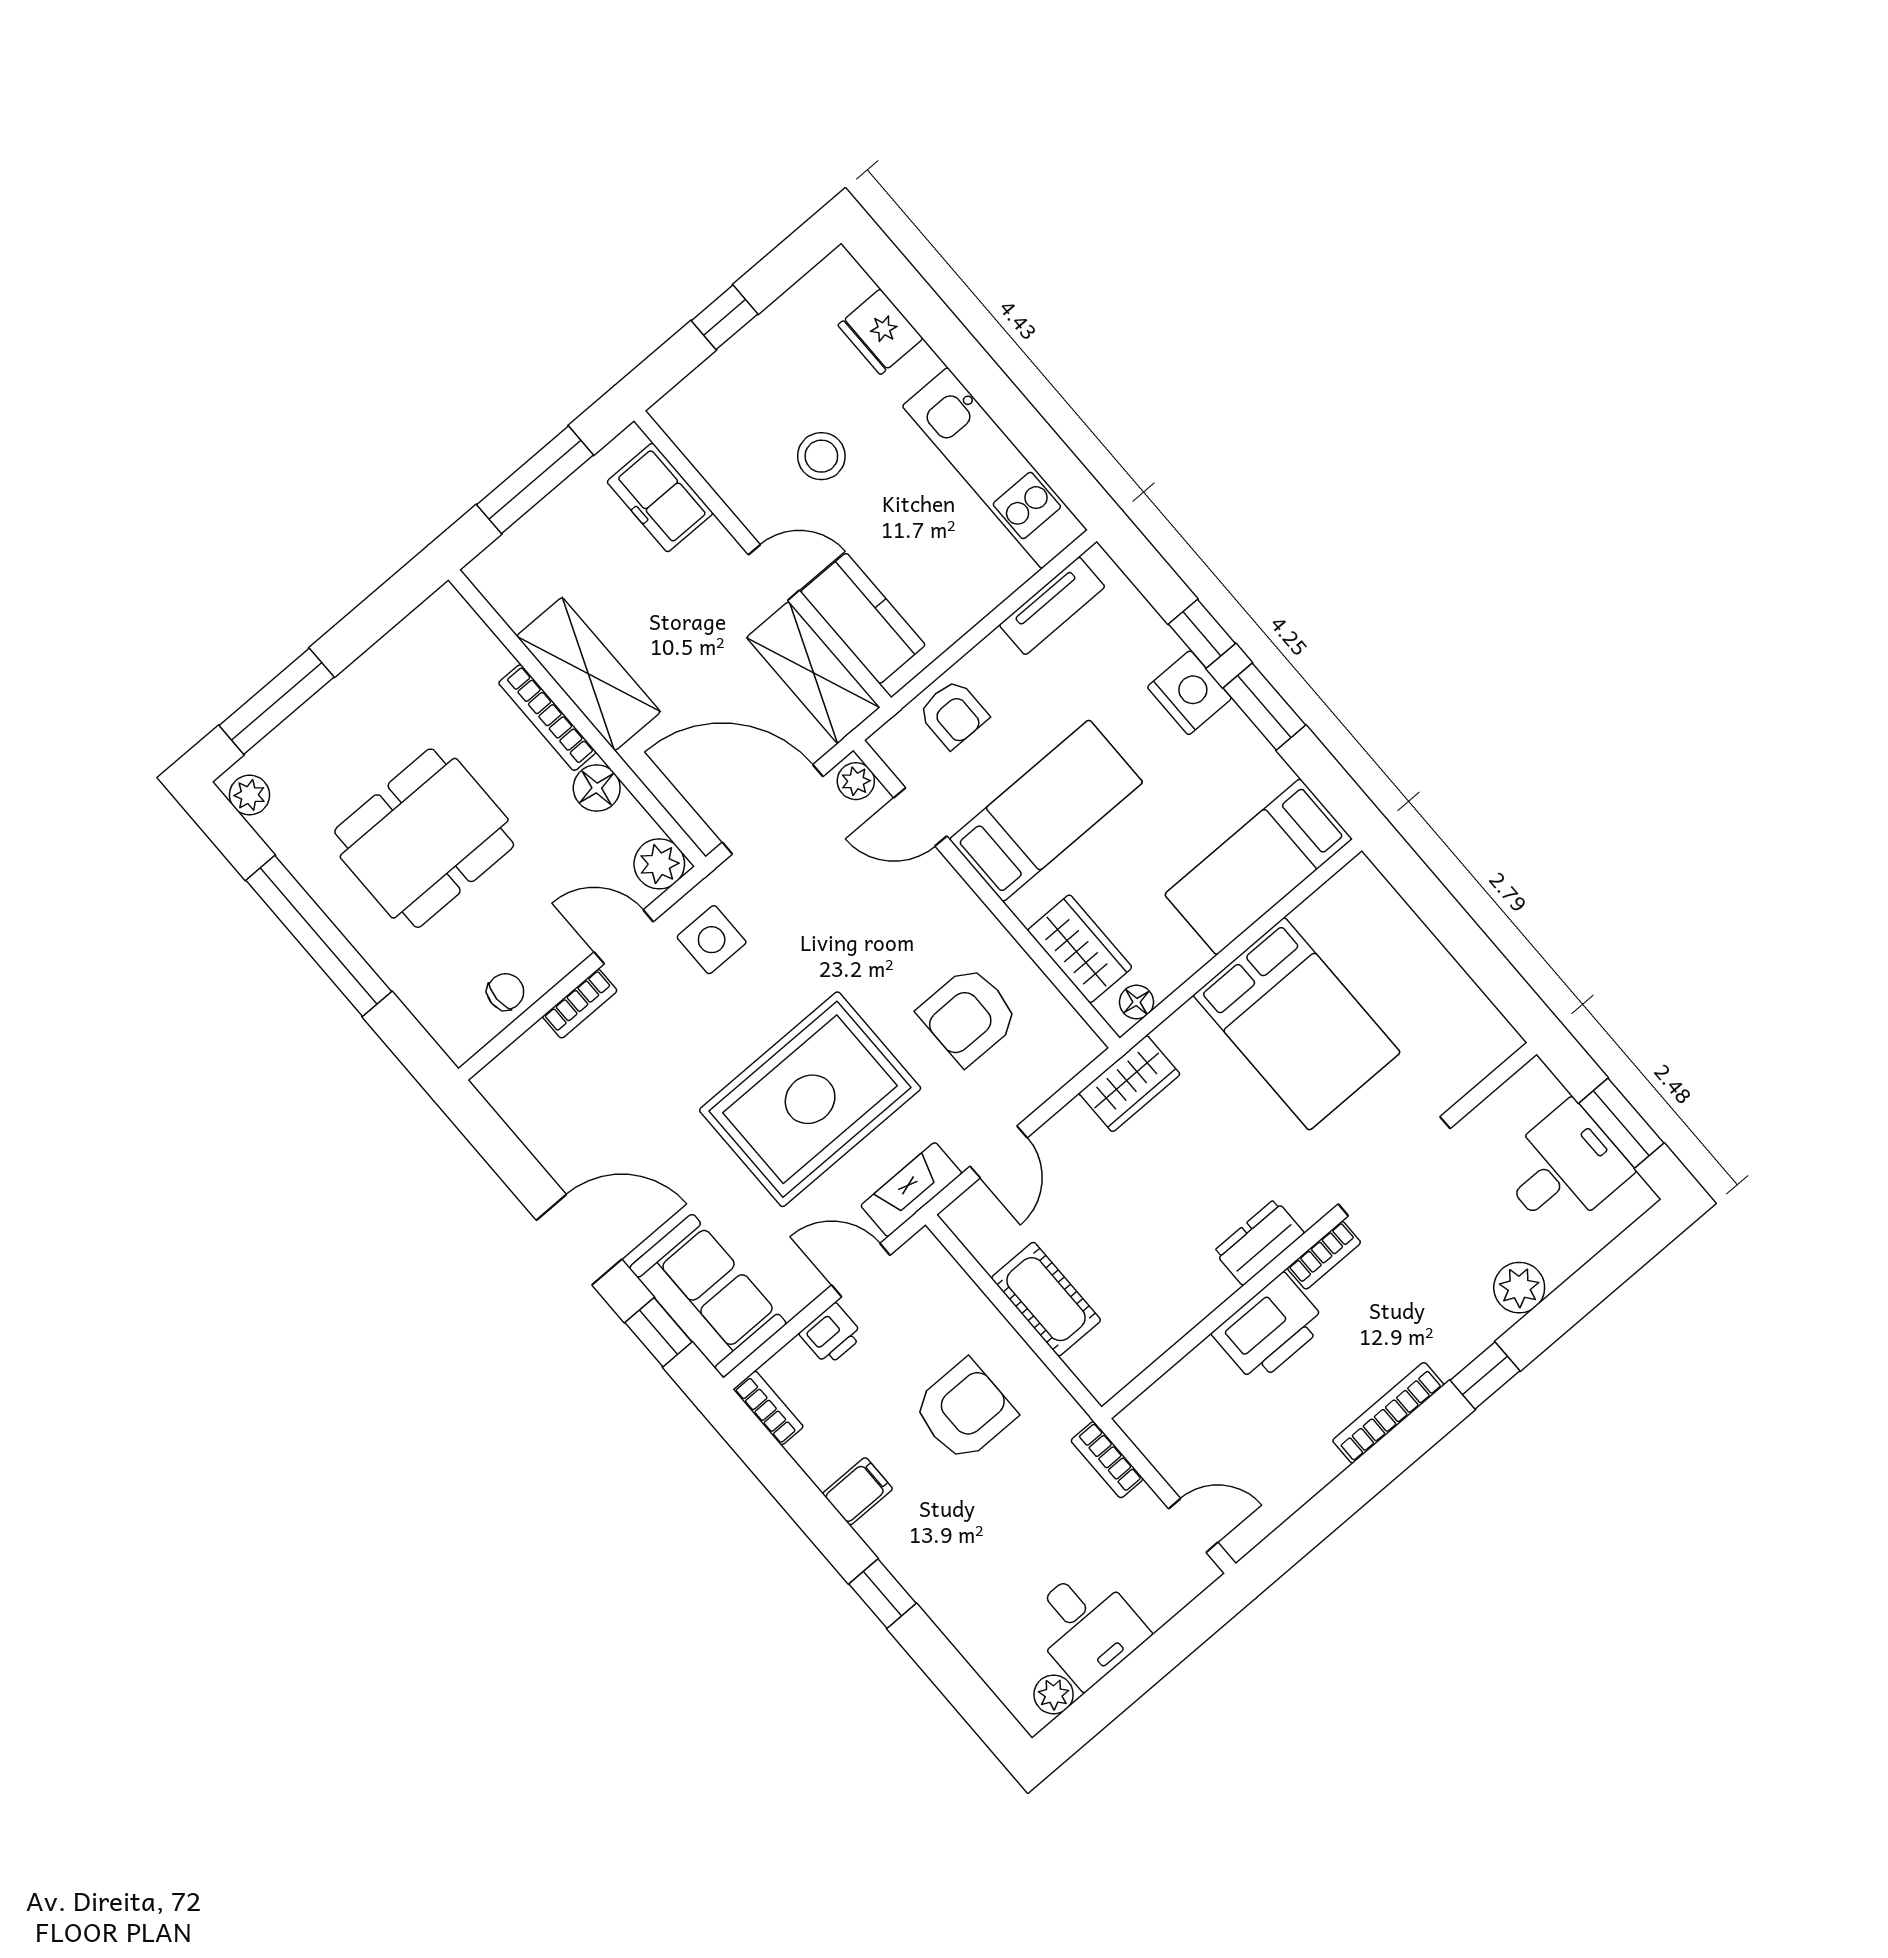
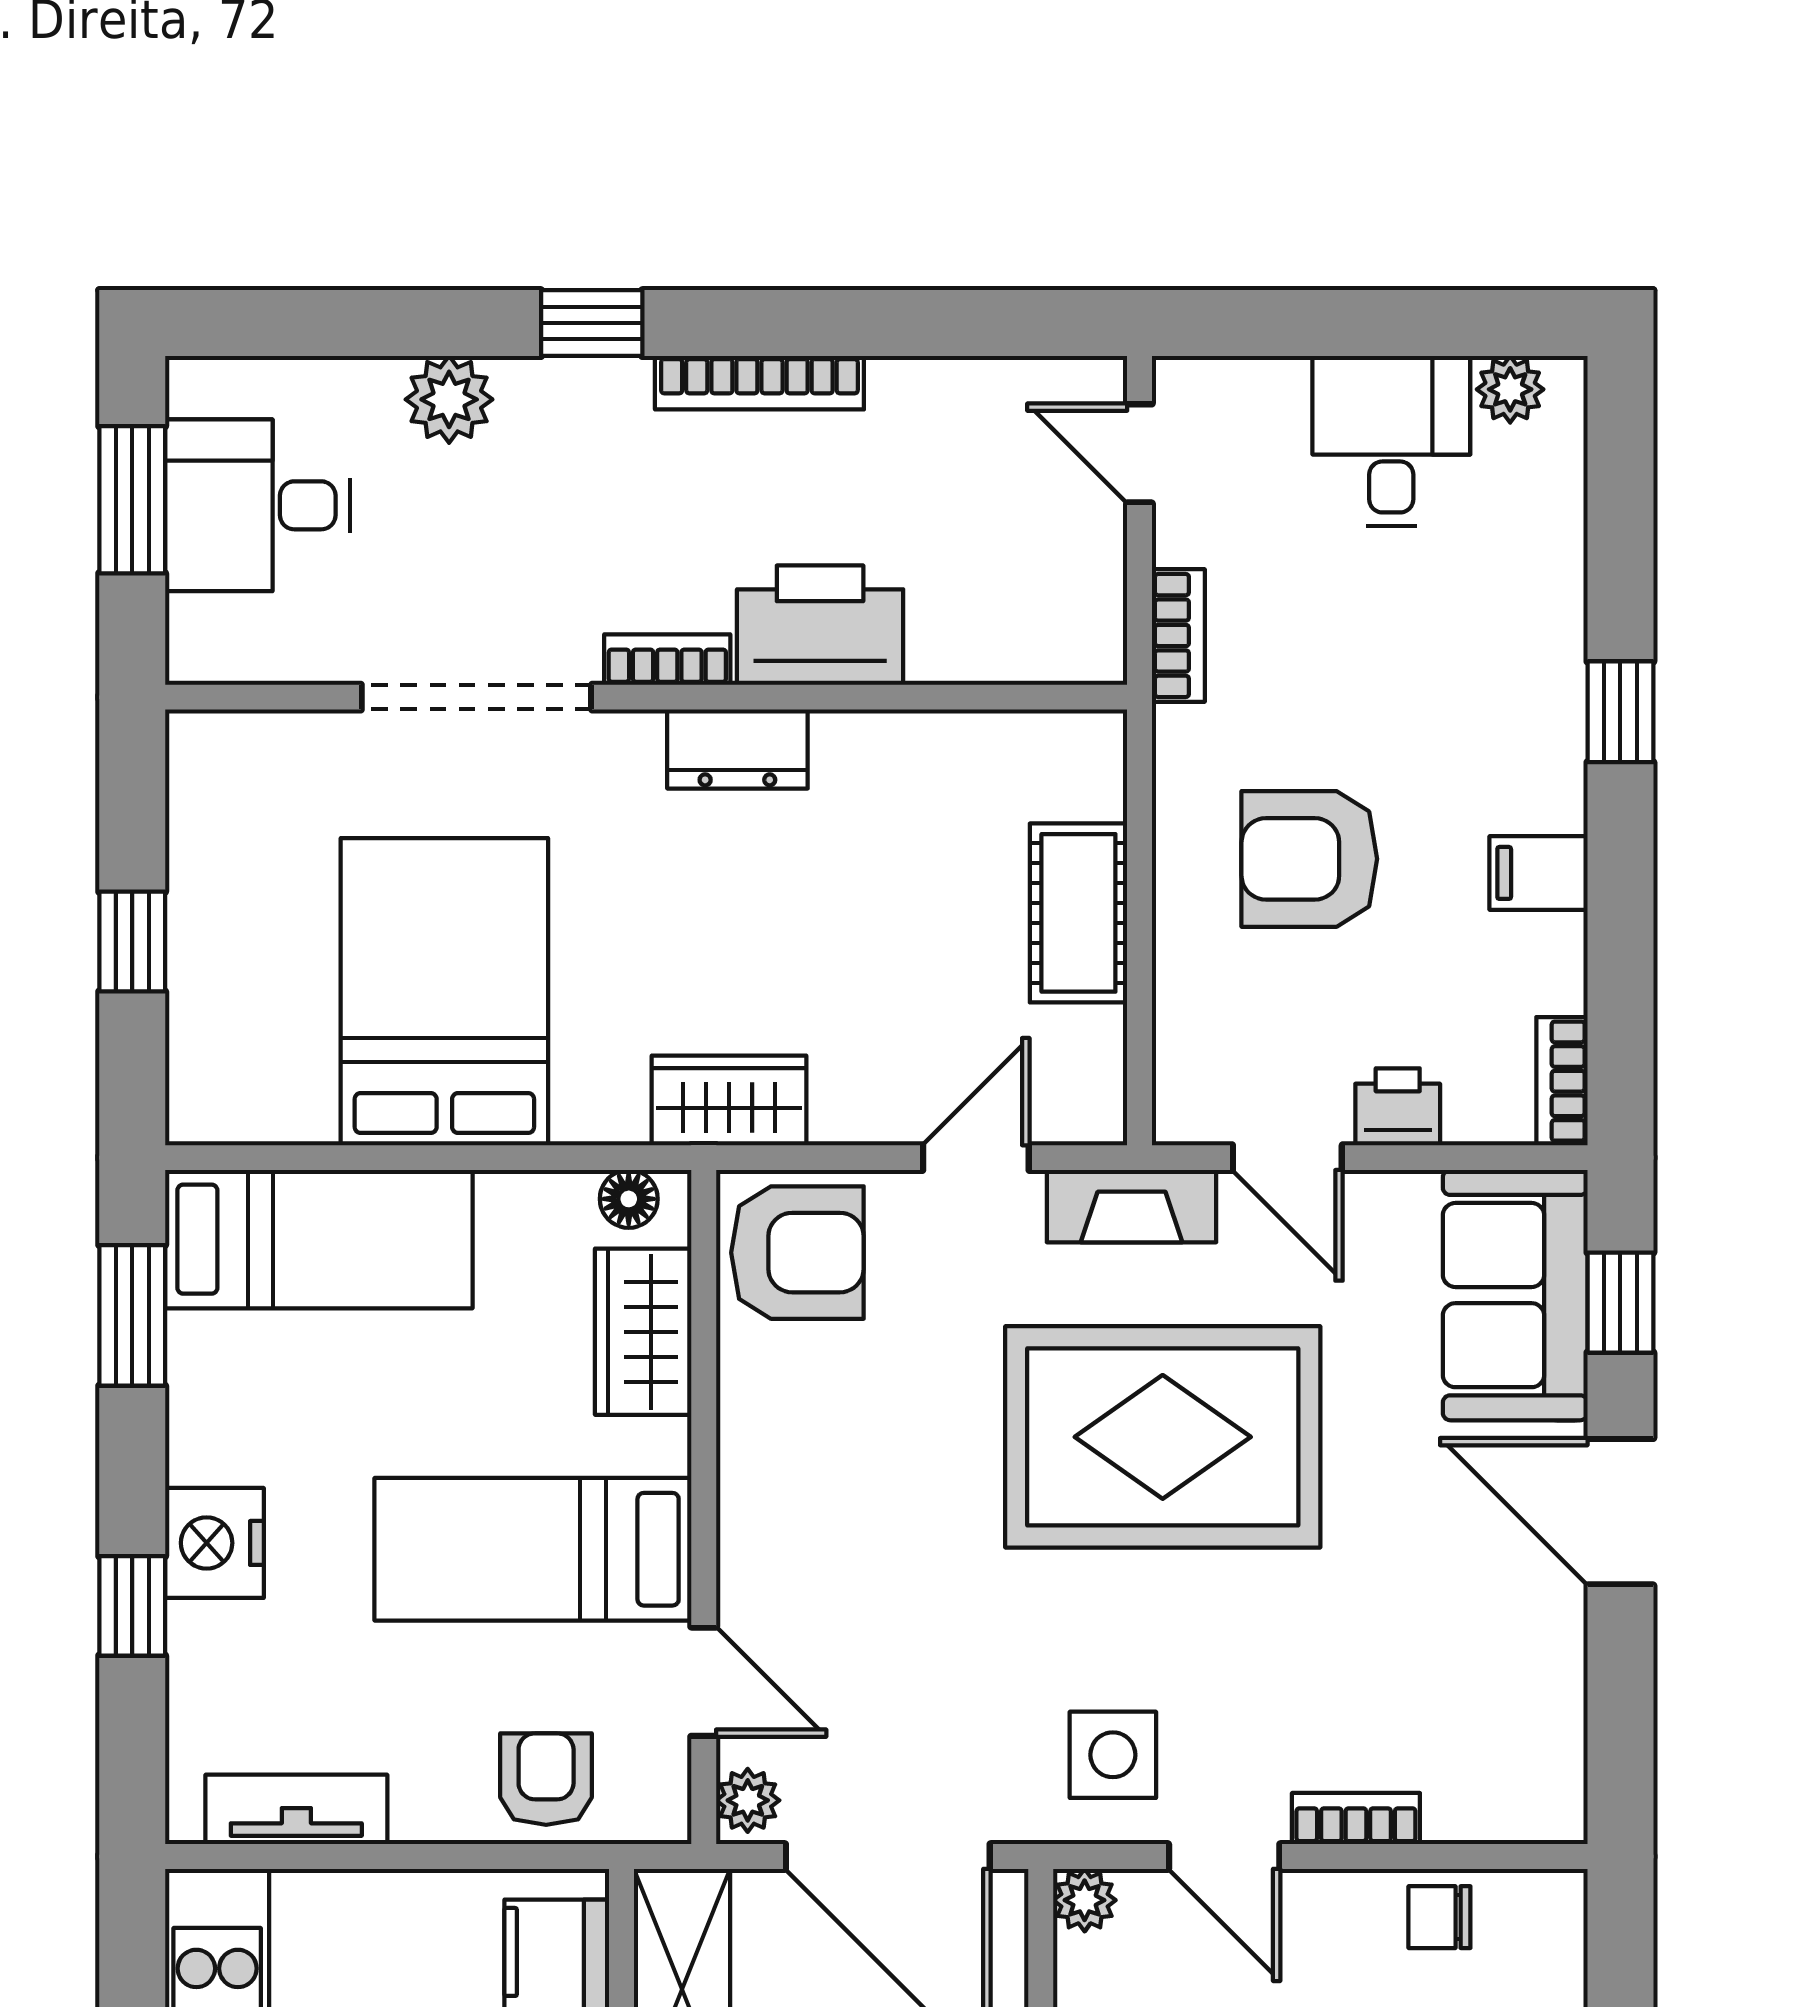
window: (1264, 707) -> (132, 1315), moved
plant: (659, 864) -> (1085, 1900), width x0.73, depth x0.73
window: (1454, 928) -> (132, 942), added
armchair: (968, 1016) -> (797, 1253), moved

